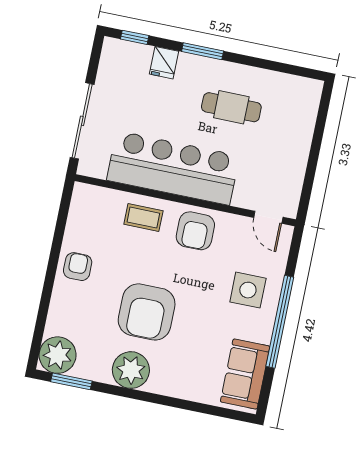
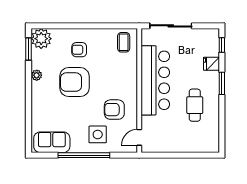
coffee table: (143, 218) -> (124, 42), moved
armchair: (195, 231) -> (114, 110), moved
armchair: (78, 267) -> (79, 50), moved, turned 180
plant: (131, 370) -> (37, 75), width x0.53, depth x0.53

